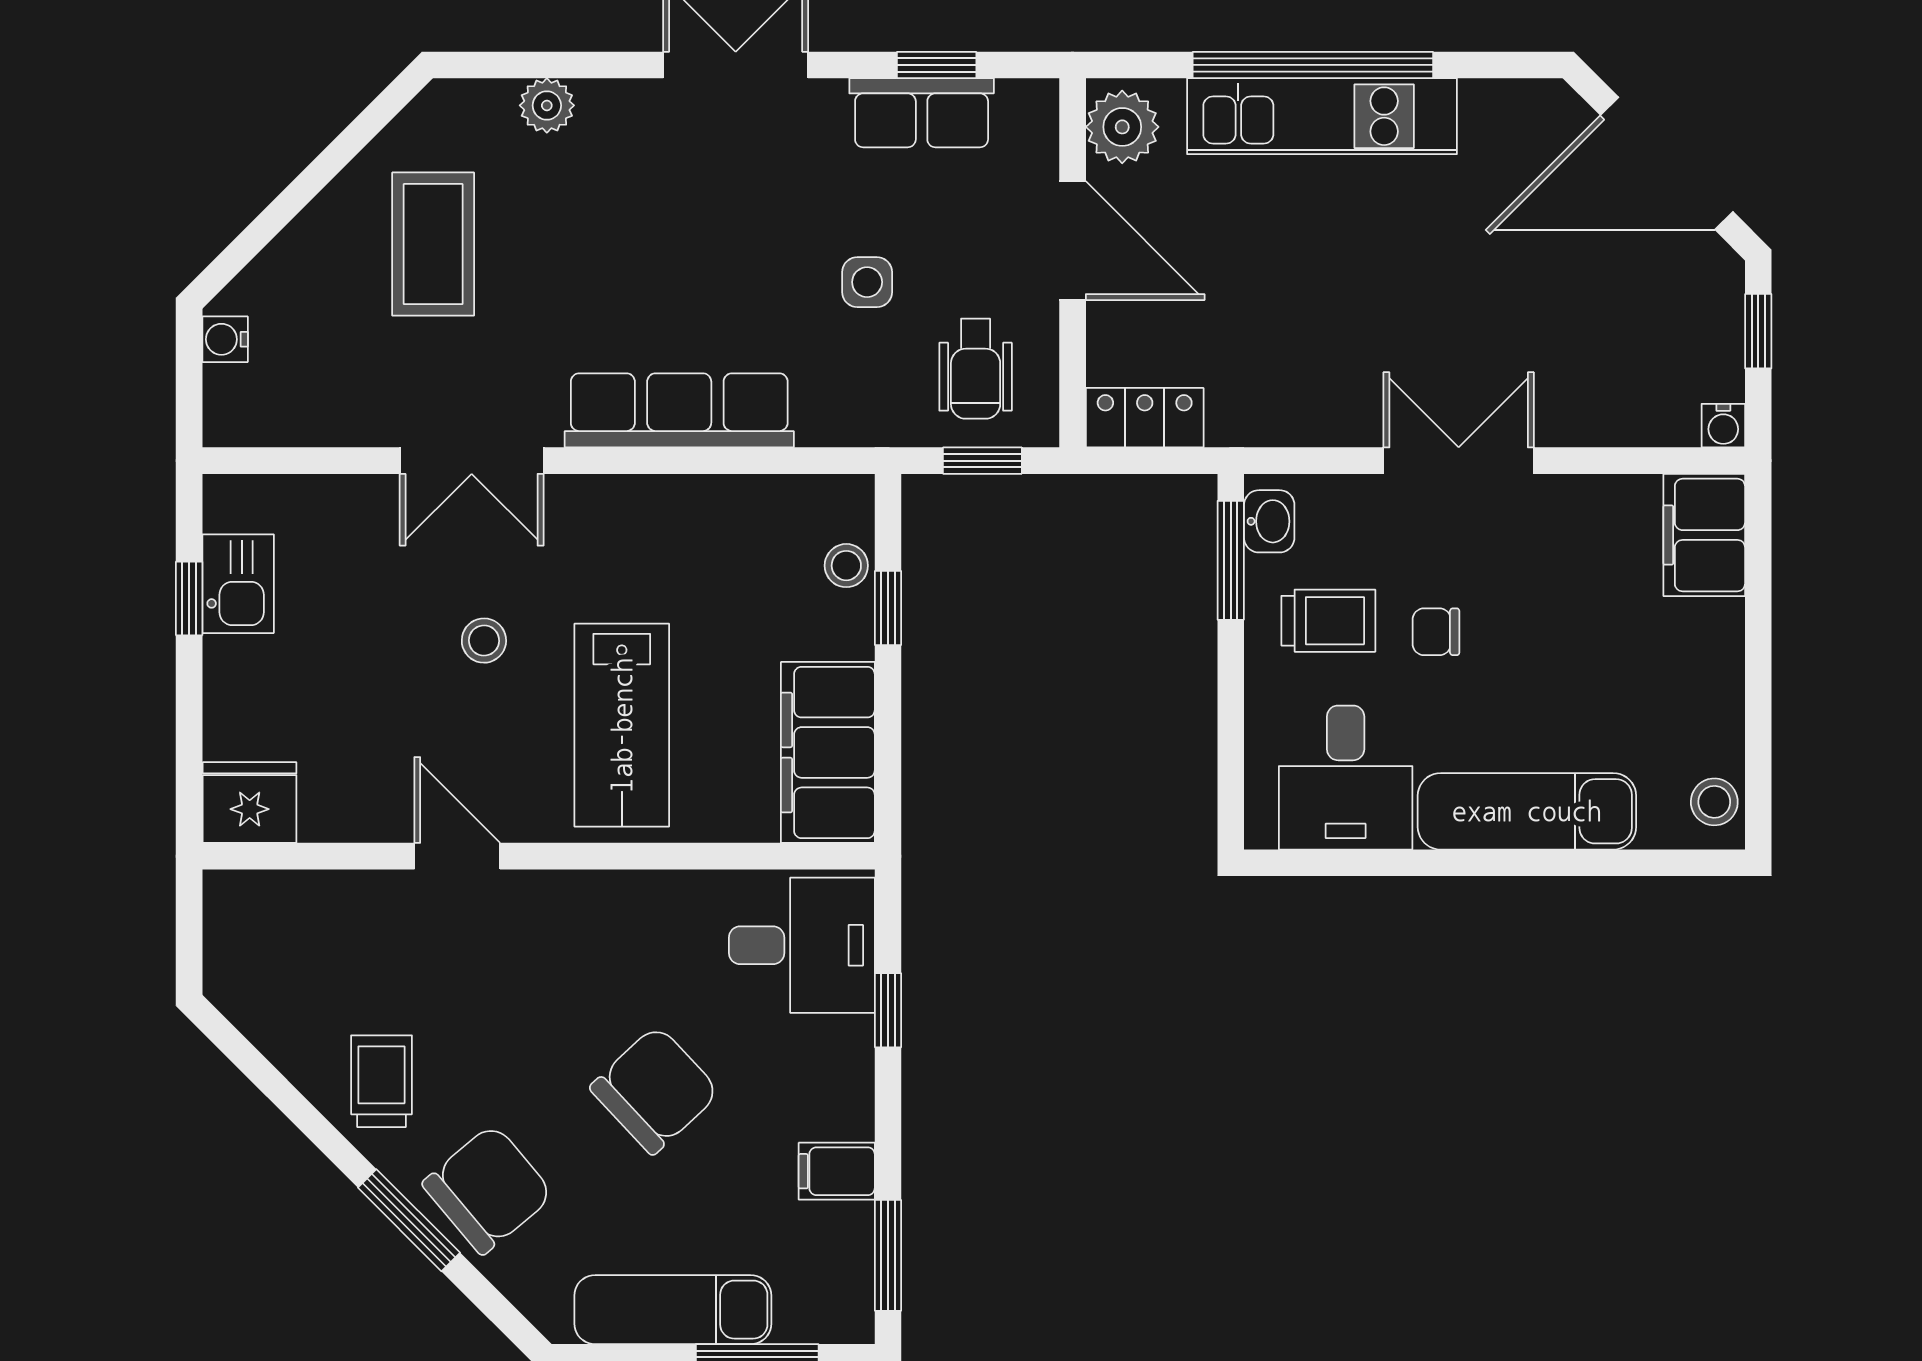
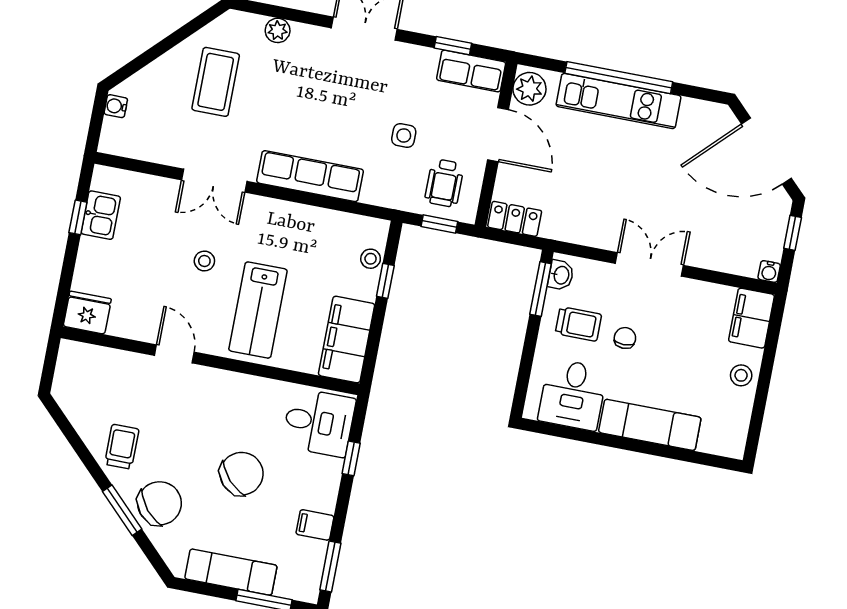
row of seats: (922, 113) -> (471, 71), moved
chair: (1436, 632) -> (625, 338), turned 90
stool: (1714, 802) -> (741, 375), moved

